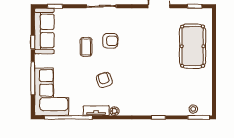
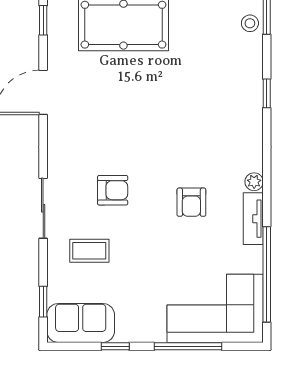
sofa: (44, 31) -> (81, 323), width x0.73
armchair: (110, 41) -> (113, 190), turned 90
coffee table: (86, 47) -> (89, 251), moved
armchair: (104, 80) -> (191, 202), turned -71

